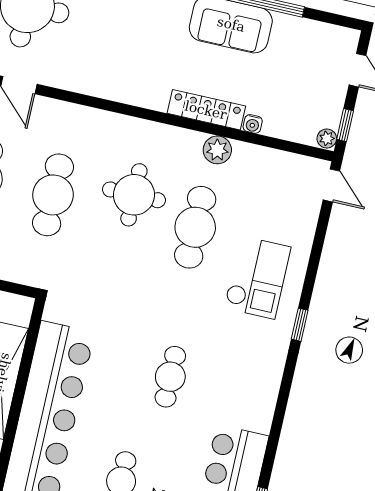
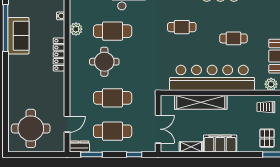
locker: (206, 110) -> (59, 54), moved

